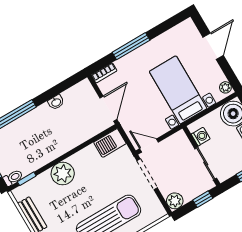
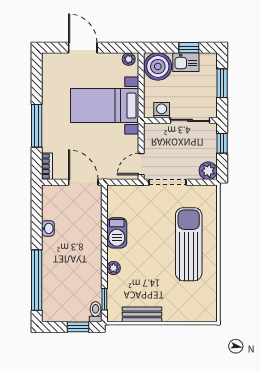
barbecue: (110, 143) -> (117, 233), moved
plant: (63, 174) -> (114, 268), width x0.53, depth x0.53

